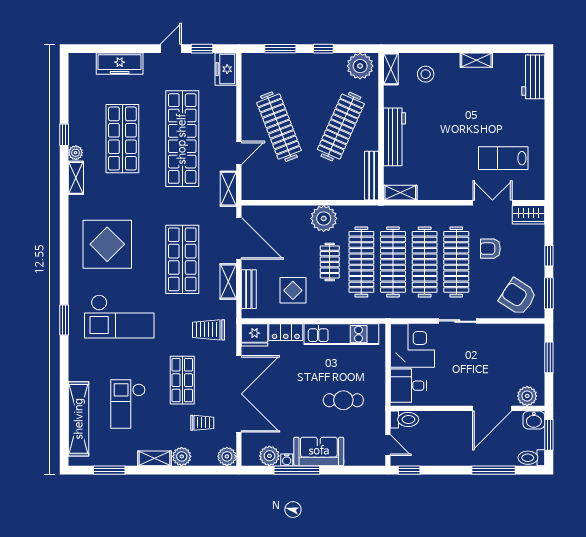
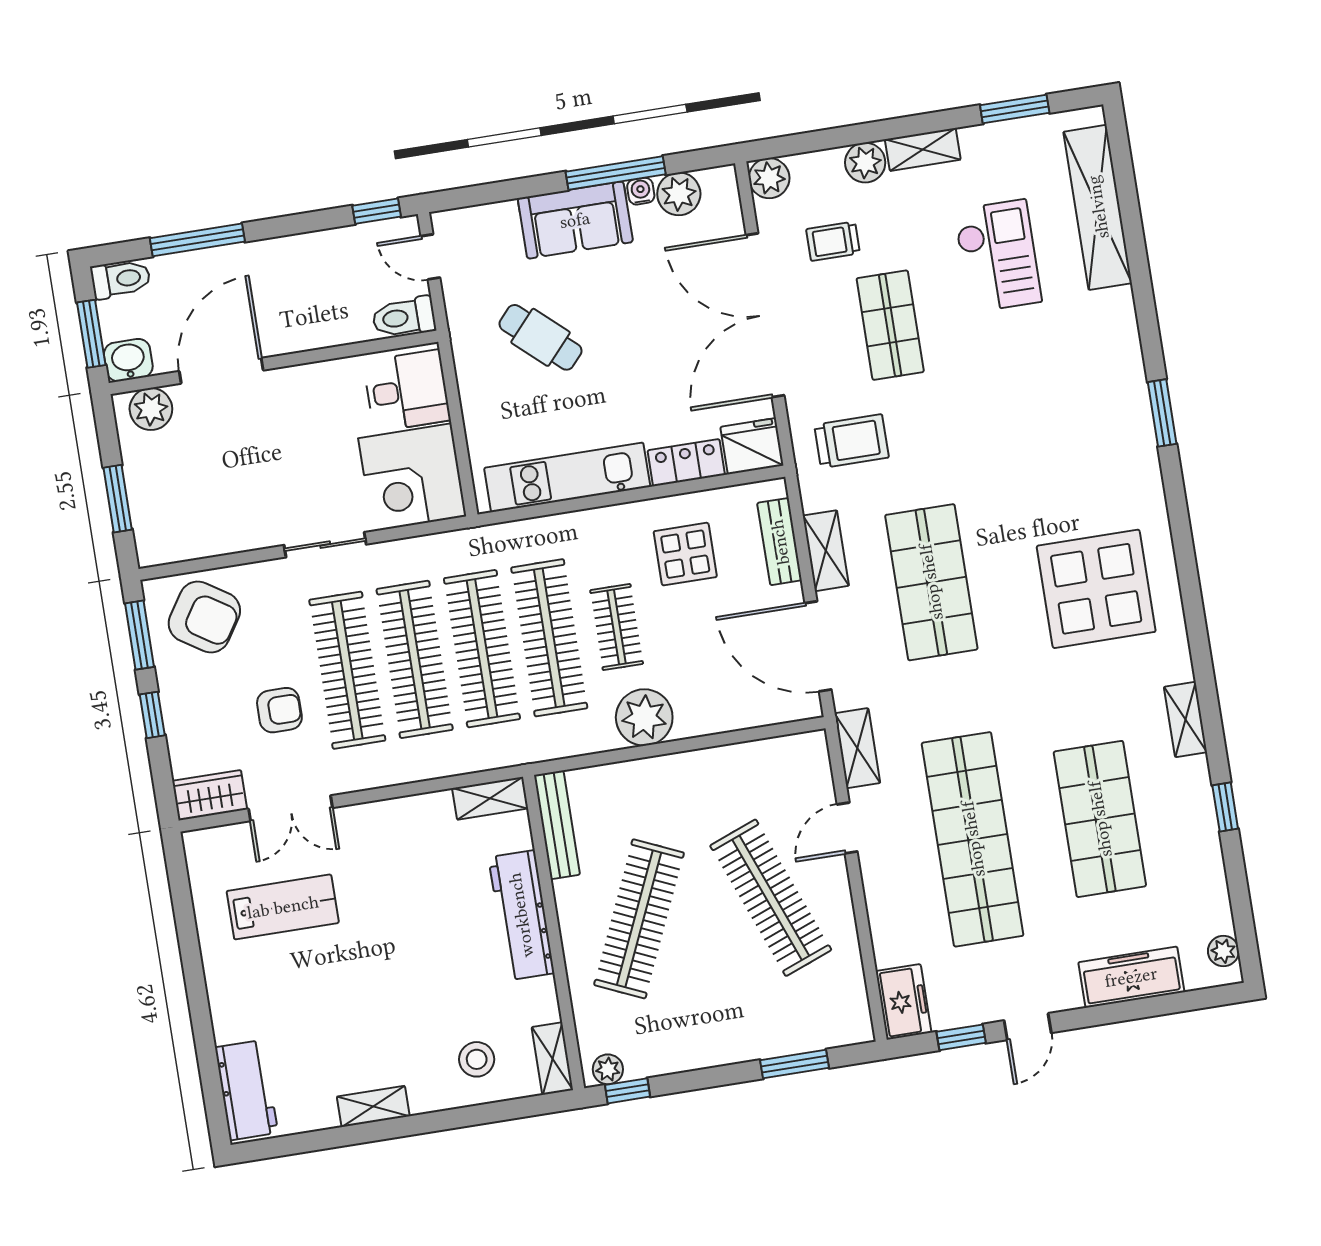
window: (323, 49) -> (628, 1091), moved
plant: (360, 66) -> (608, 1069), width x0.53, depth x0.53
plant: (76, 153) -> (1223, 951), moved
checkout: (119, 316) -> (1046, 439), removed
cafe table: (343, 400) -> (541, 337), turned 42

